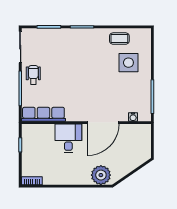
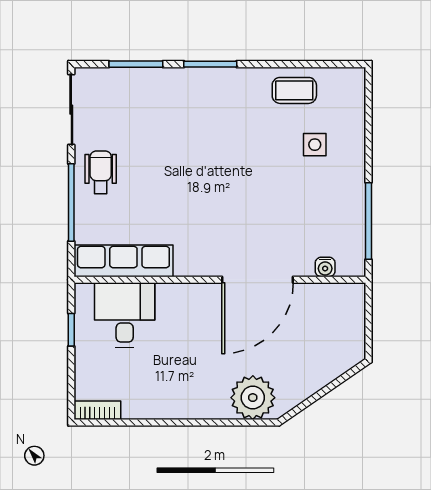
side table: (128, 63) -> (315, 145), width x0.54, depth x0.54
desk: (68, 138) -> (125, 315), moved

